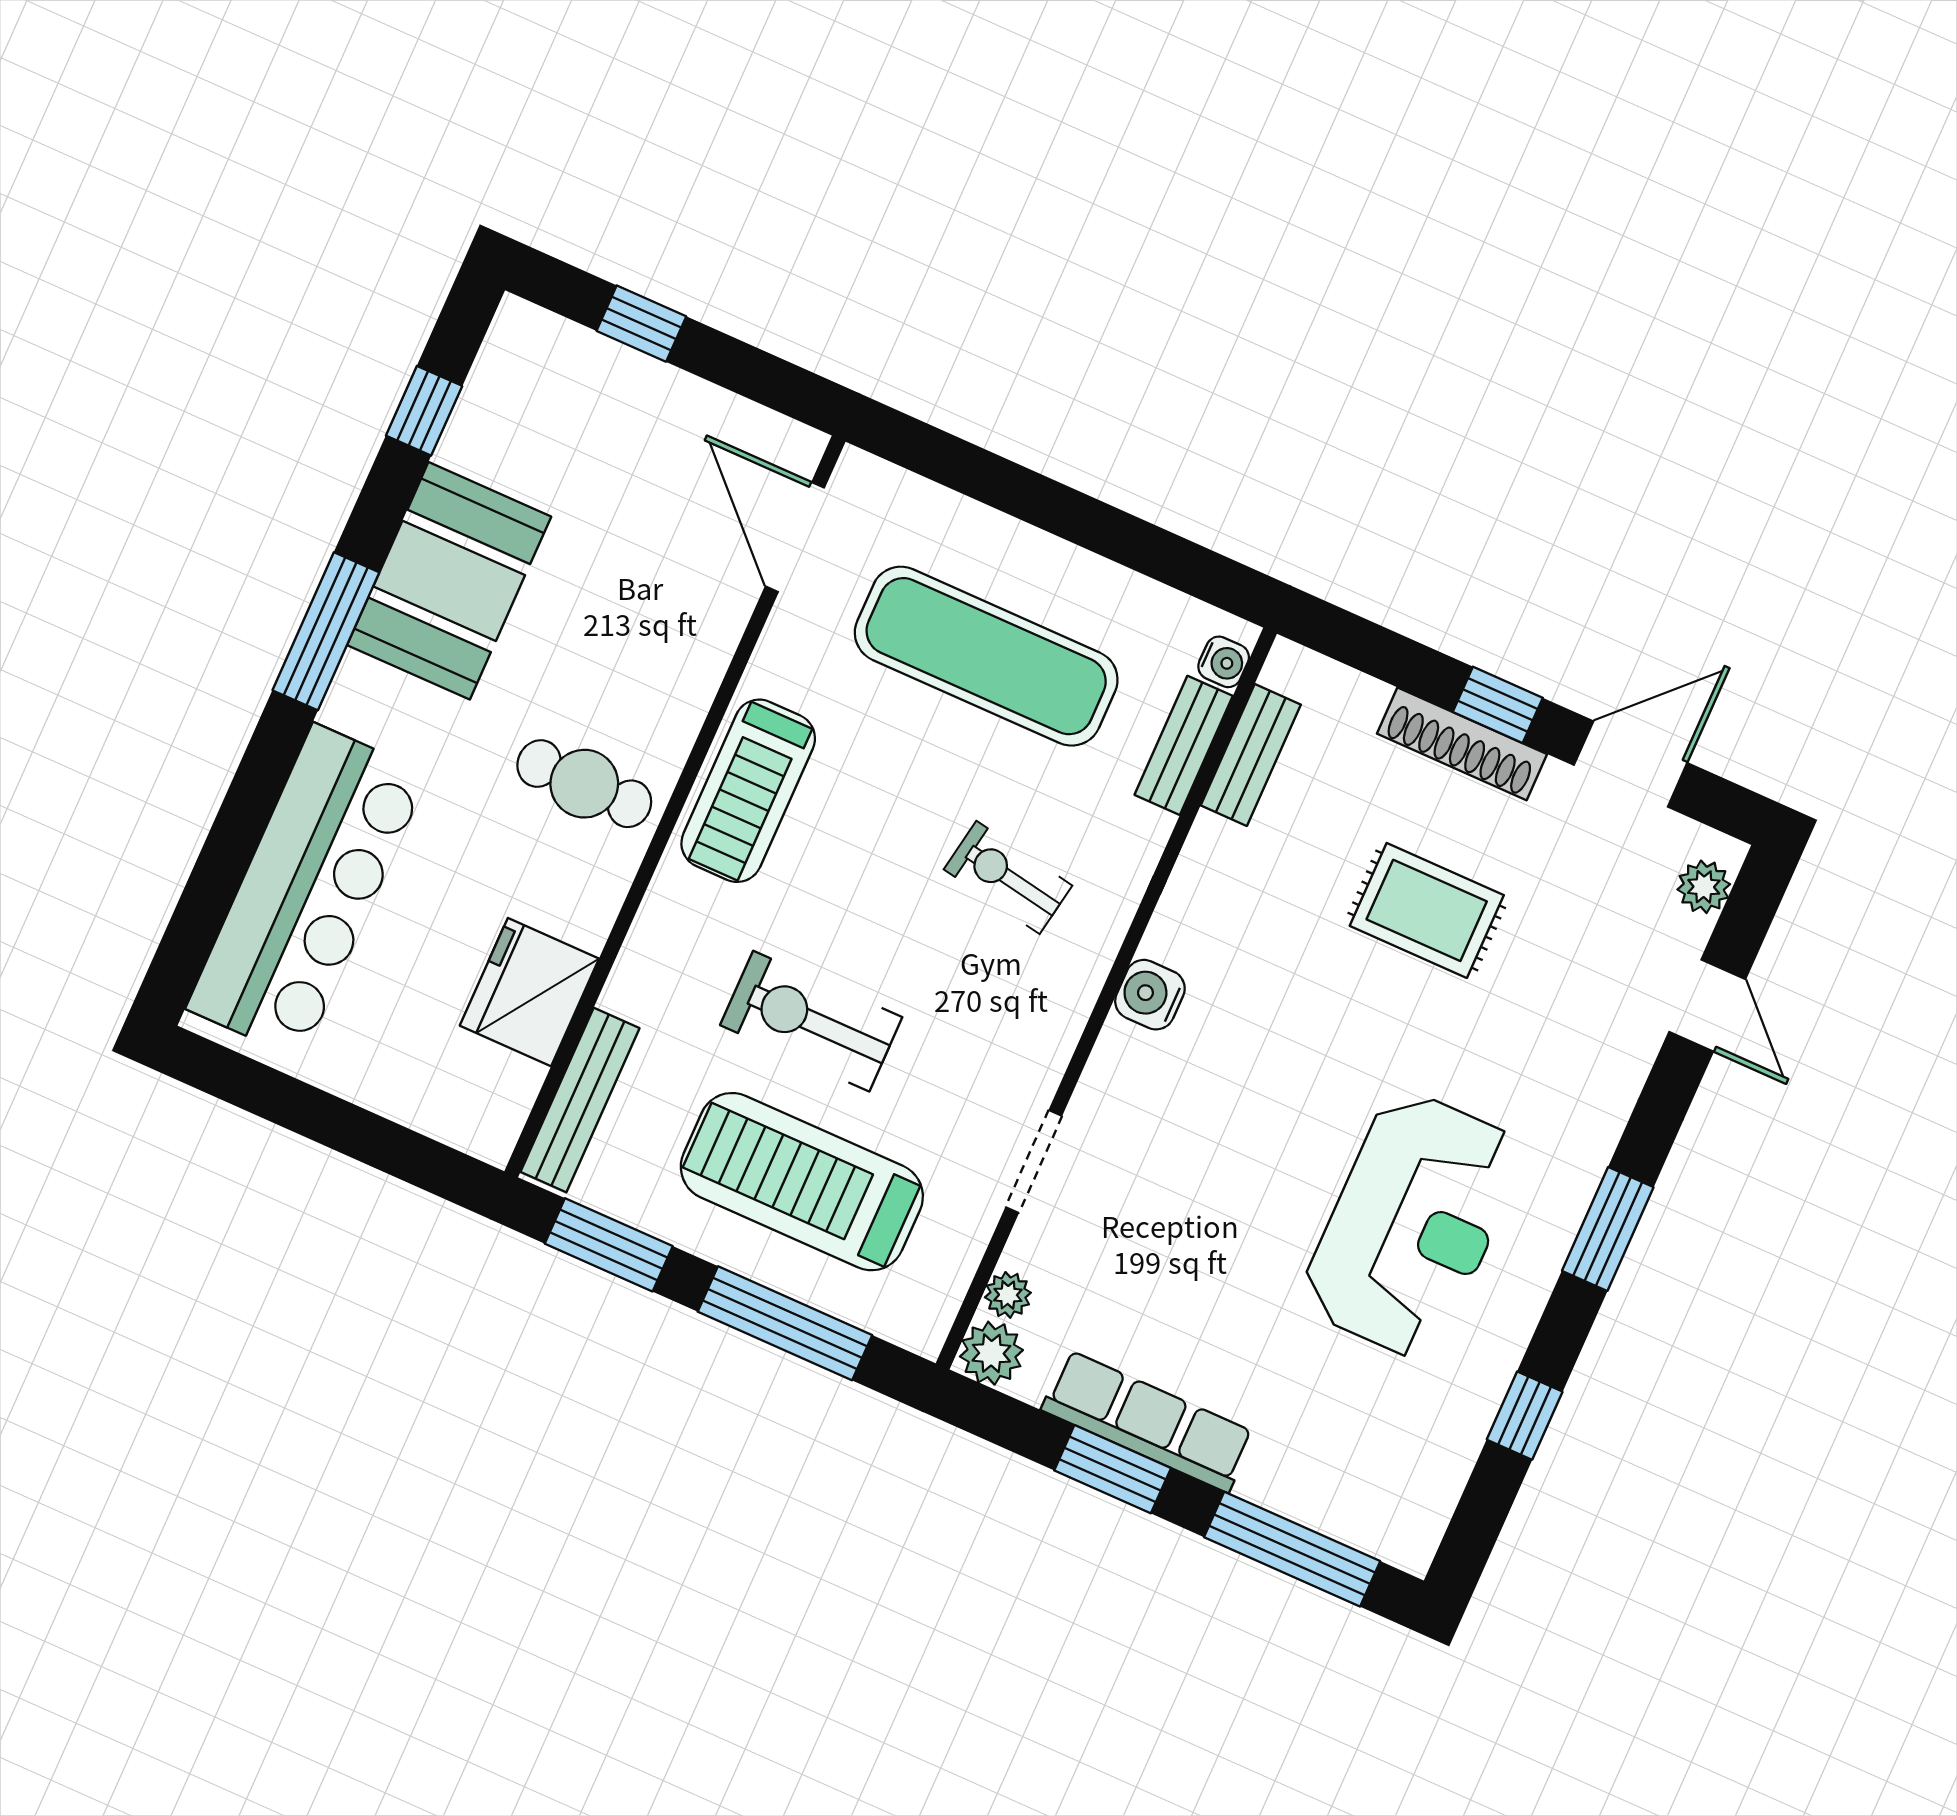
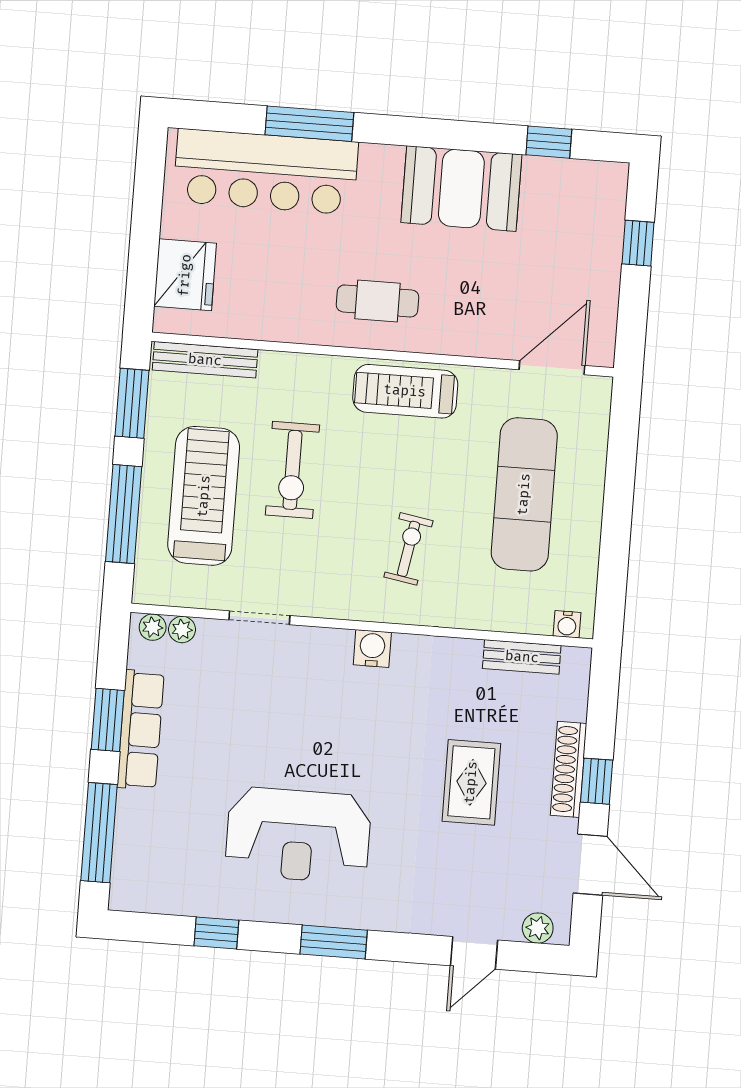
window: (326, 631) -> (309, 124), moved
bench: (1184, 745) -> (514, 619), removed
cafe table: (584, 784) -> (377, 301), turned 90
fridge: (529, 992) -> (185, 275), moved, turned 90
exercise bike: (811, 1021) -> (293, 470), turned 180
plant: (991, 1353) -> (153, 627), width x0.73, depth x0.73

